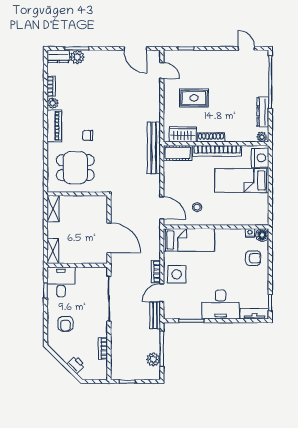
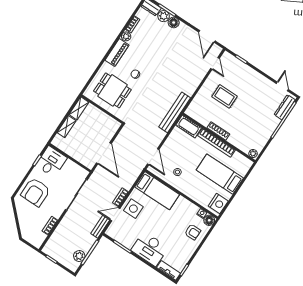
floor lamp: (92, 57) -> (174, 22), added
dresser: (263, 112) -> (285, 107), moved
wardrobe: (183, 134) -> (201, 116), removed
nightstand: (260, 158) -> (218, 204), moved
shelving: (53, 251) -> (67, 127), moved
armchair: (65, 324) -> (36, 192), width x1.88, depth x1.88
printer: (76, 365) -> (24, 225), removed

